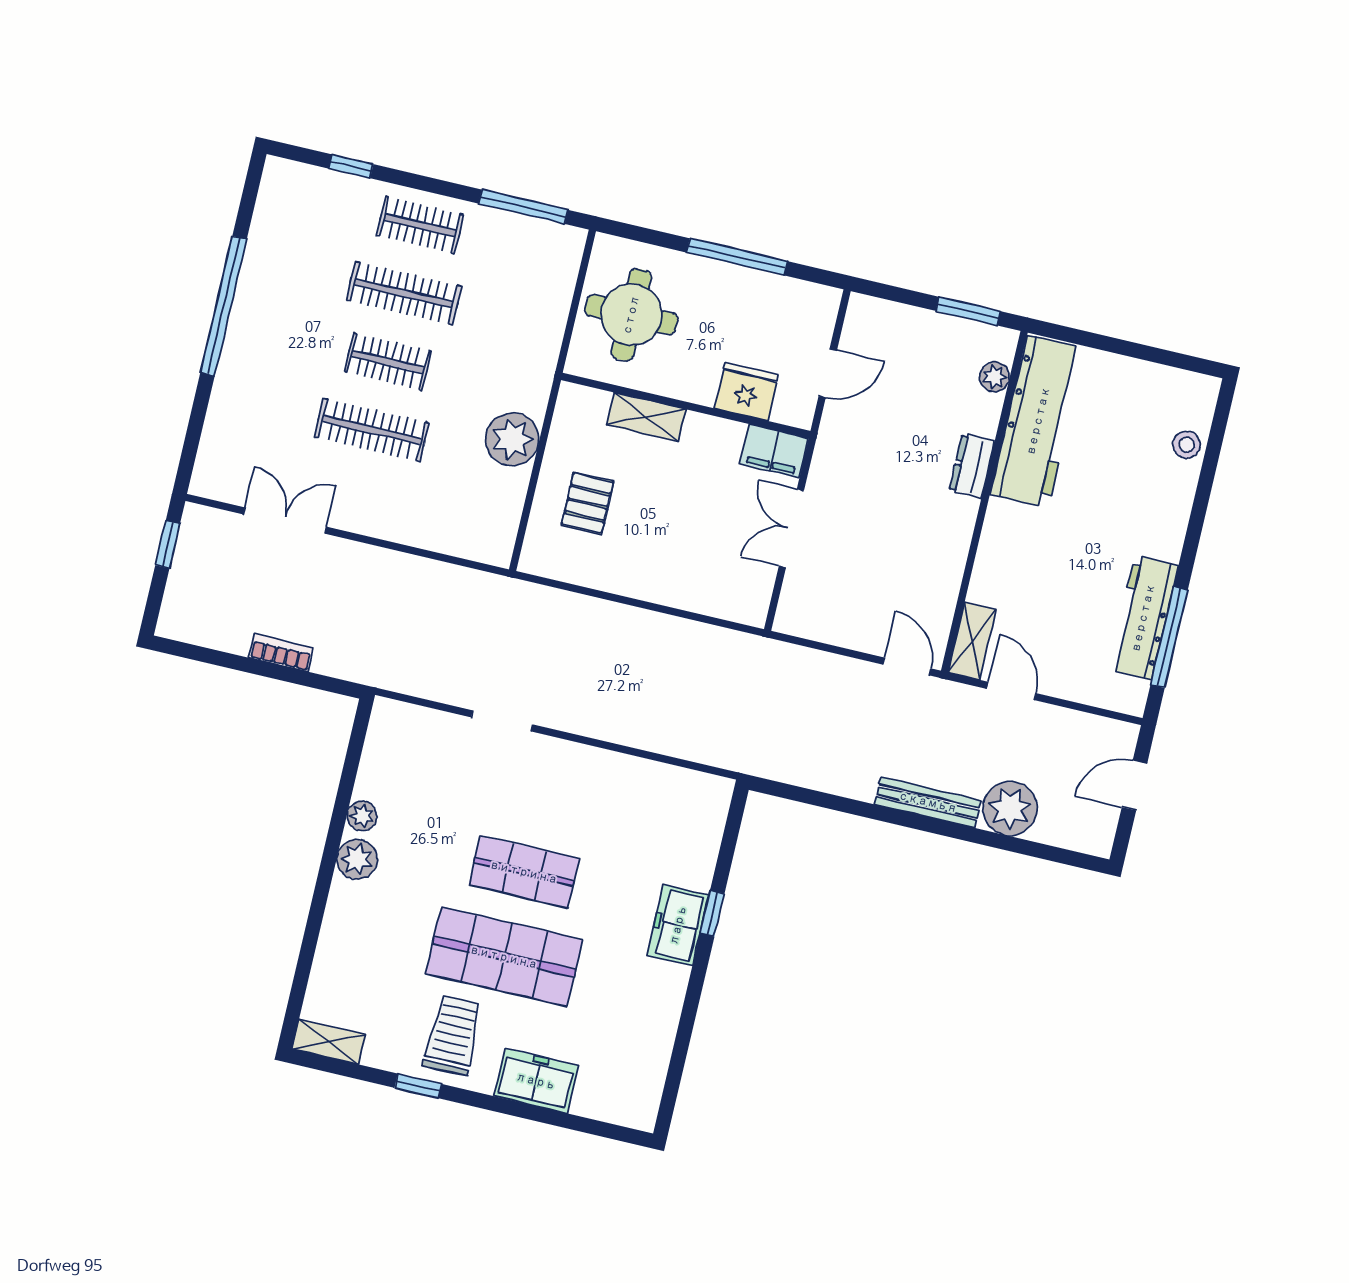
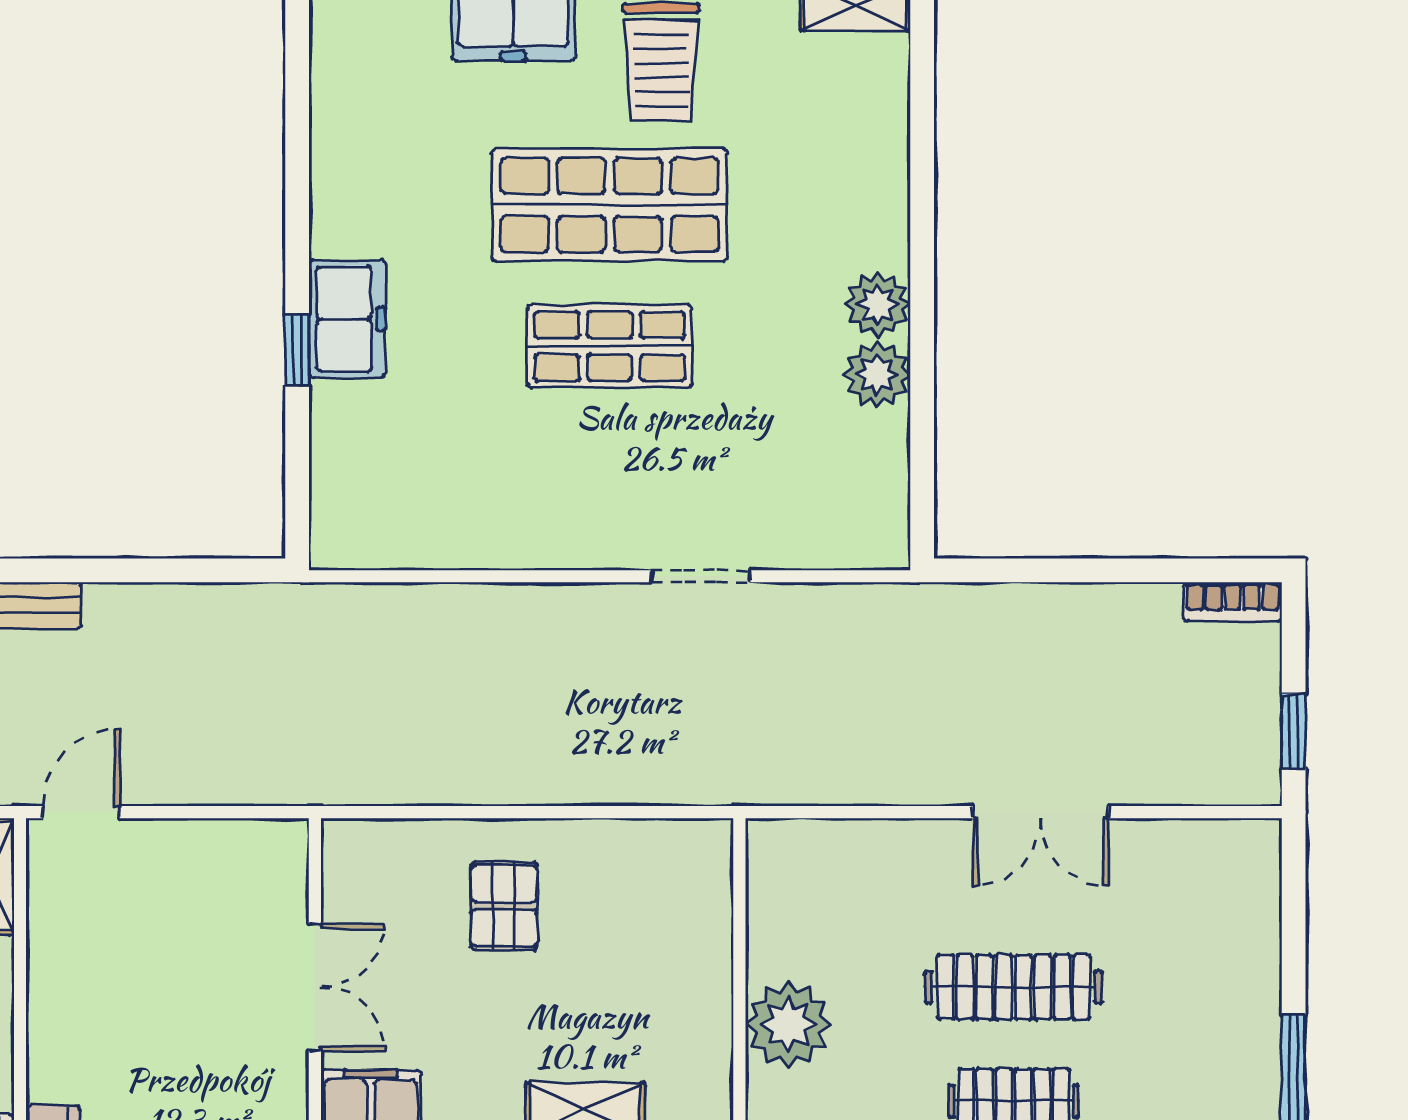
pallet: (588, 503) -> (504, 906), moved
double door: (285, 521) -> (1041, 812), moved
bookcase: (281, 653) -> (1233, 602), moved
door: (907, 666) -> (81, 812), swing flipped
plant: (362, 816) -> (877, 375), width x1.38, depth x1.38

